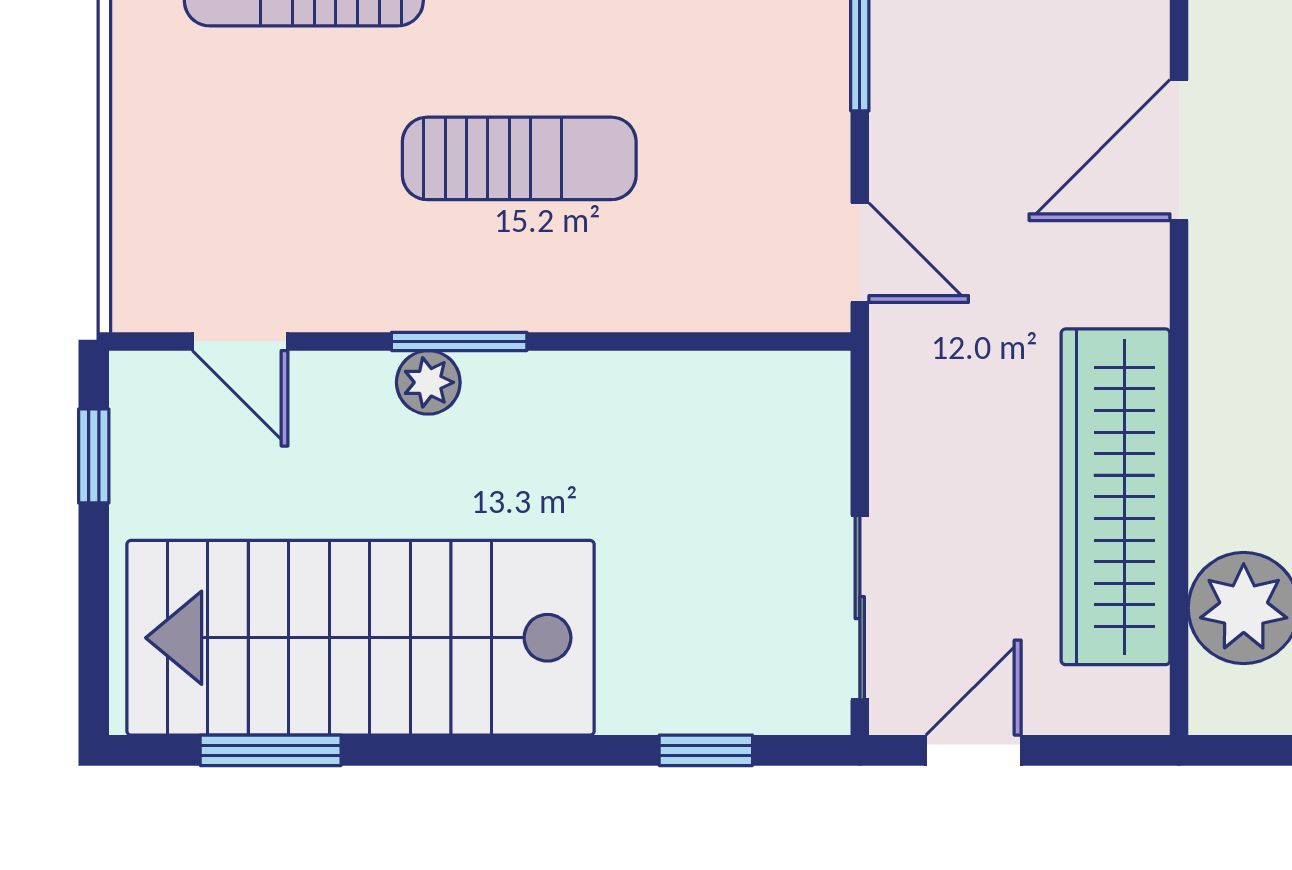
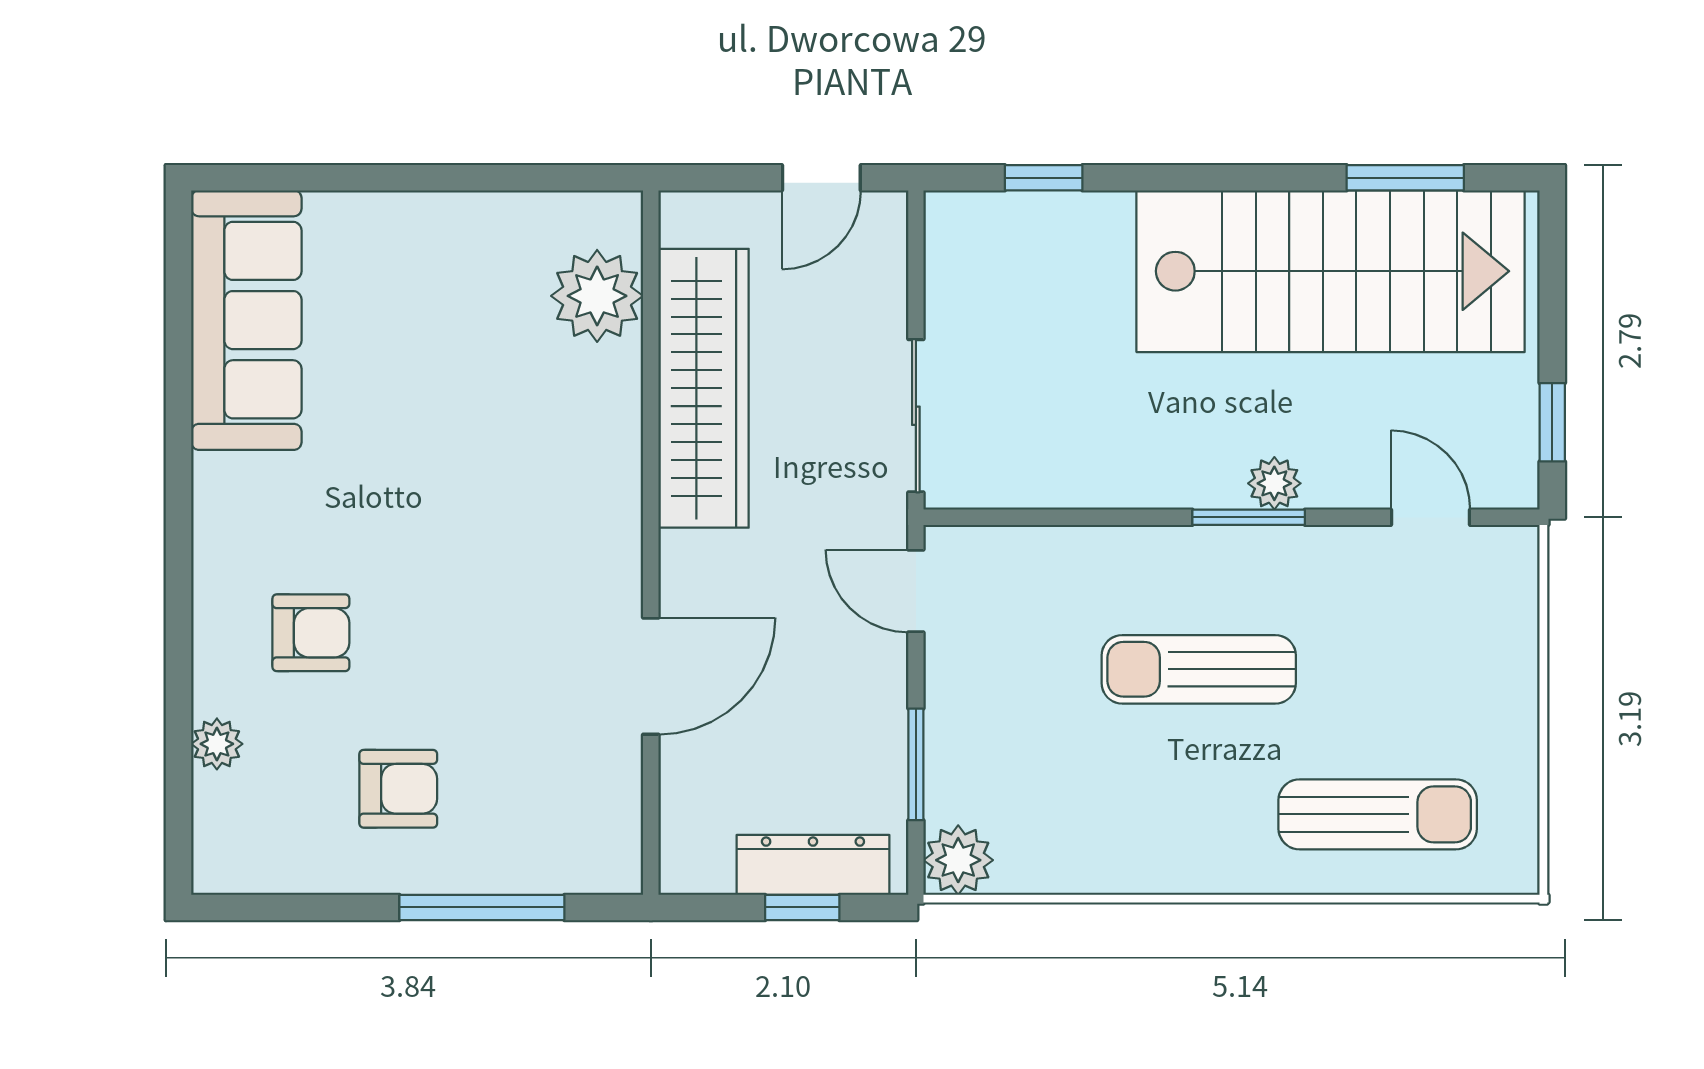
sliding door: (860, 608) -> (916, 416), moved

